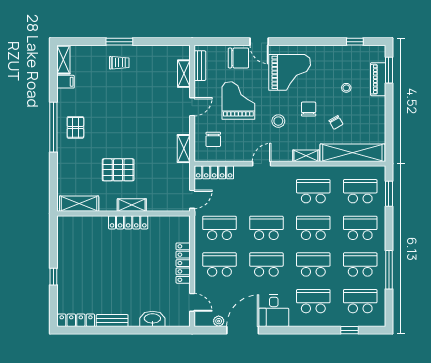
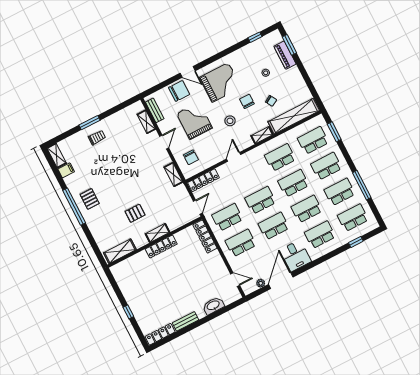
pallet: (118, 170) -> (135, 213), width x0.67, depth x0.71
locker: (183, 263) -> (205, 237), moved

